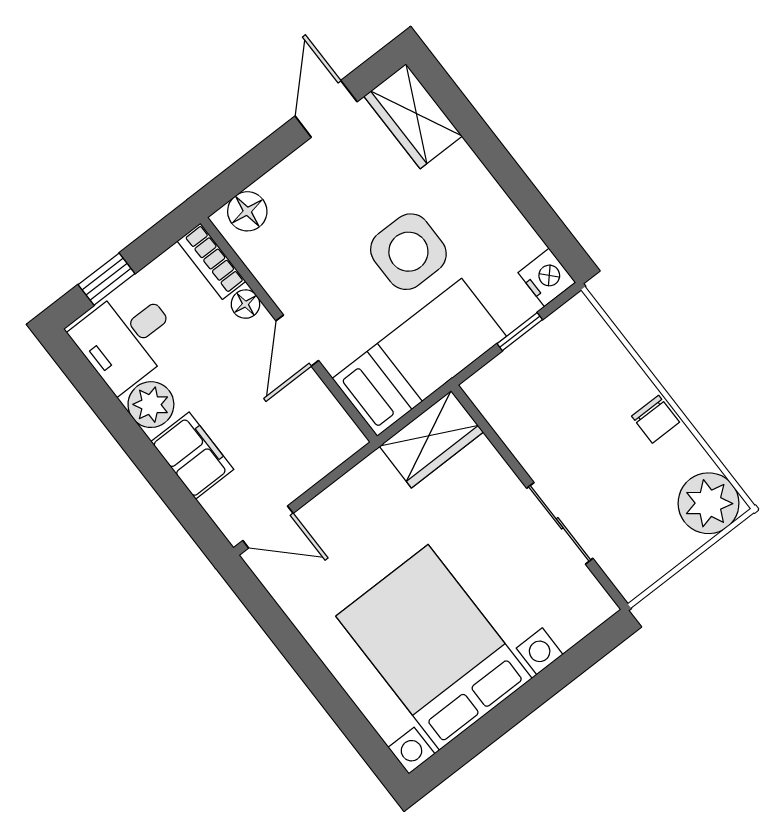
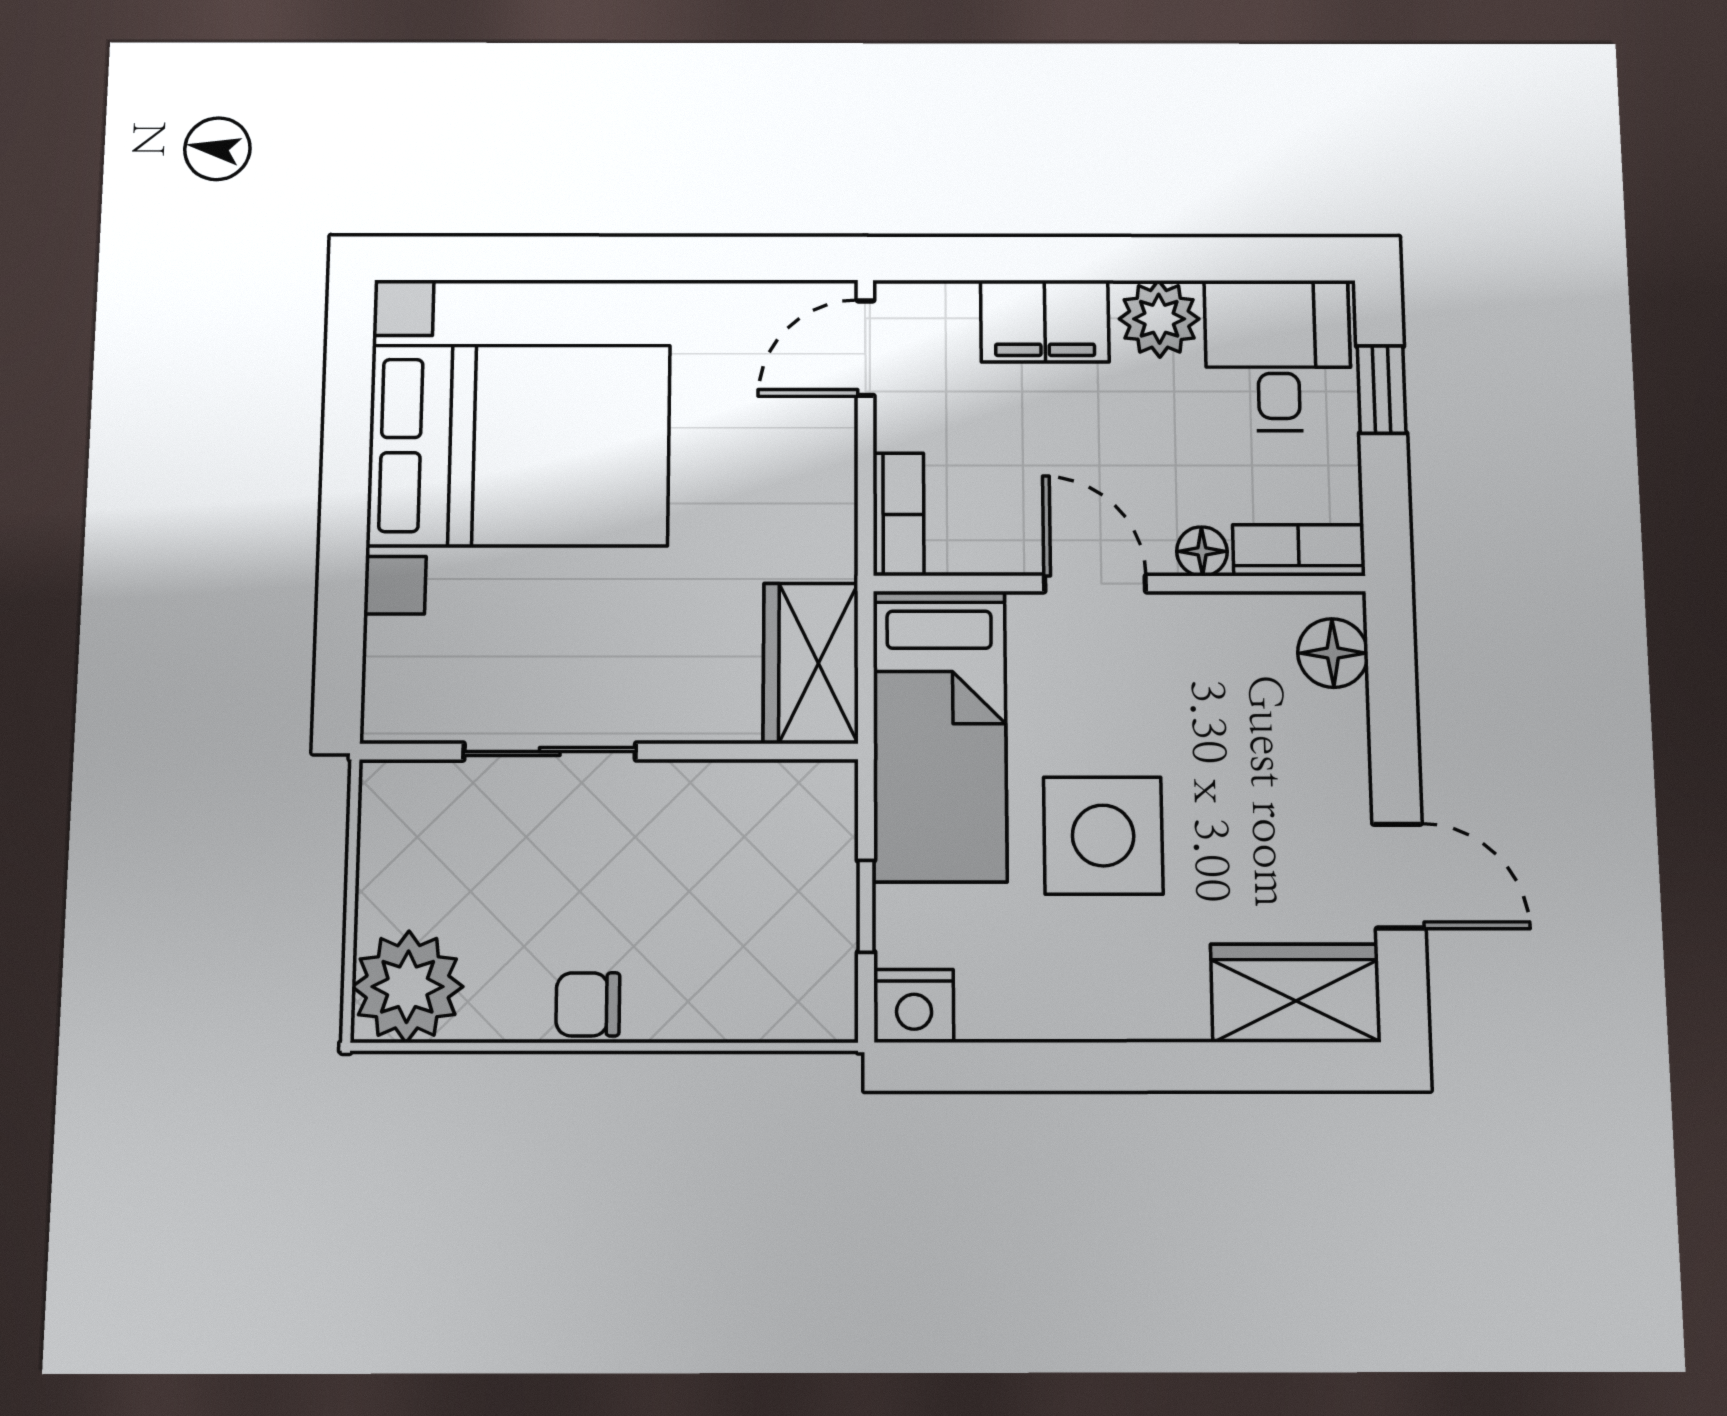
bookcase: (334, 453) -> (898, 514), added

